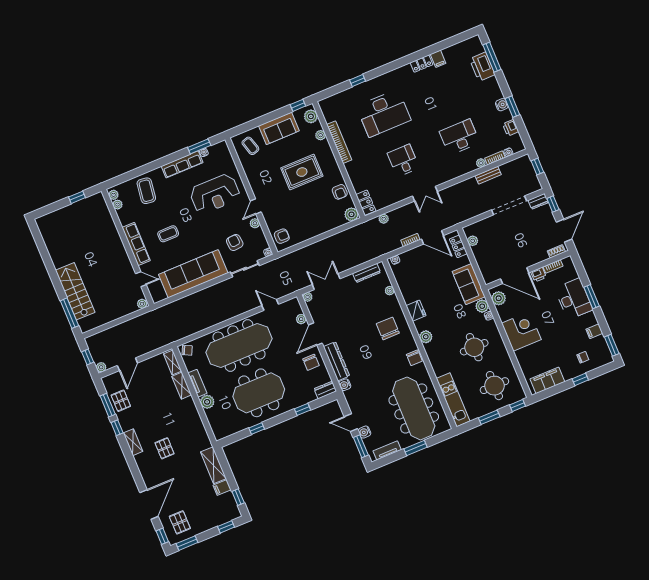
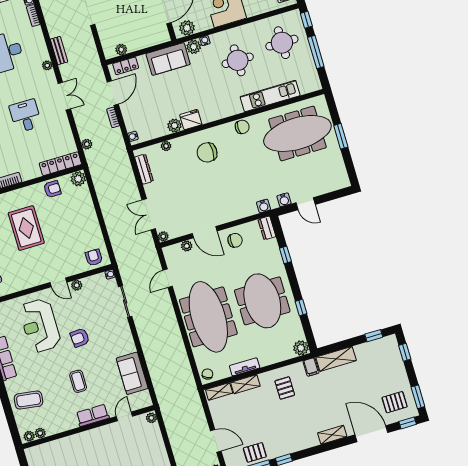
desk: (403, 160) -> (25, 116), turned 90
plant: (481, 163) -> (47, 65), moved
bench: (488, 175) -> (59, 51), moved
reception desk: (215, 194) -> (40, 326), turned 180
locker: (366, 203) -> (60, 164), width x1.53
armchair: (235, 242) -> (80, 338), moved
row of seats: (136, 244) -> (93, 415), width x0.68
sofa: (193, 274) -> (132, 373), width x0.54, depth x0.79
plant: (426, 337) -> (174, 126), moved
dresser: (337, 361) -> (237, 212), removed
kitchen unit: (453, 400) -> (270, 96), moved
plant: (207, 402) -> (301, 348), moved
window: (489, 417) -> (316, 52), width x1.44
door: (351, 423) -> (306, 204), hinge flipped
water cooler: (365, 432) -> (284, 200), moved
shelving: (133, 442) -> (332, 435), moved
window: (361, 446) -> (333, 196), removed
pallet: (165, 448) -> (285, 388), moved, turned 90
tv unit: (387, 450) -> (340, 167), removed
filing cabinet: (222, 488) -> (311, 367), moved

